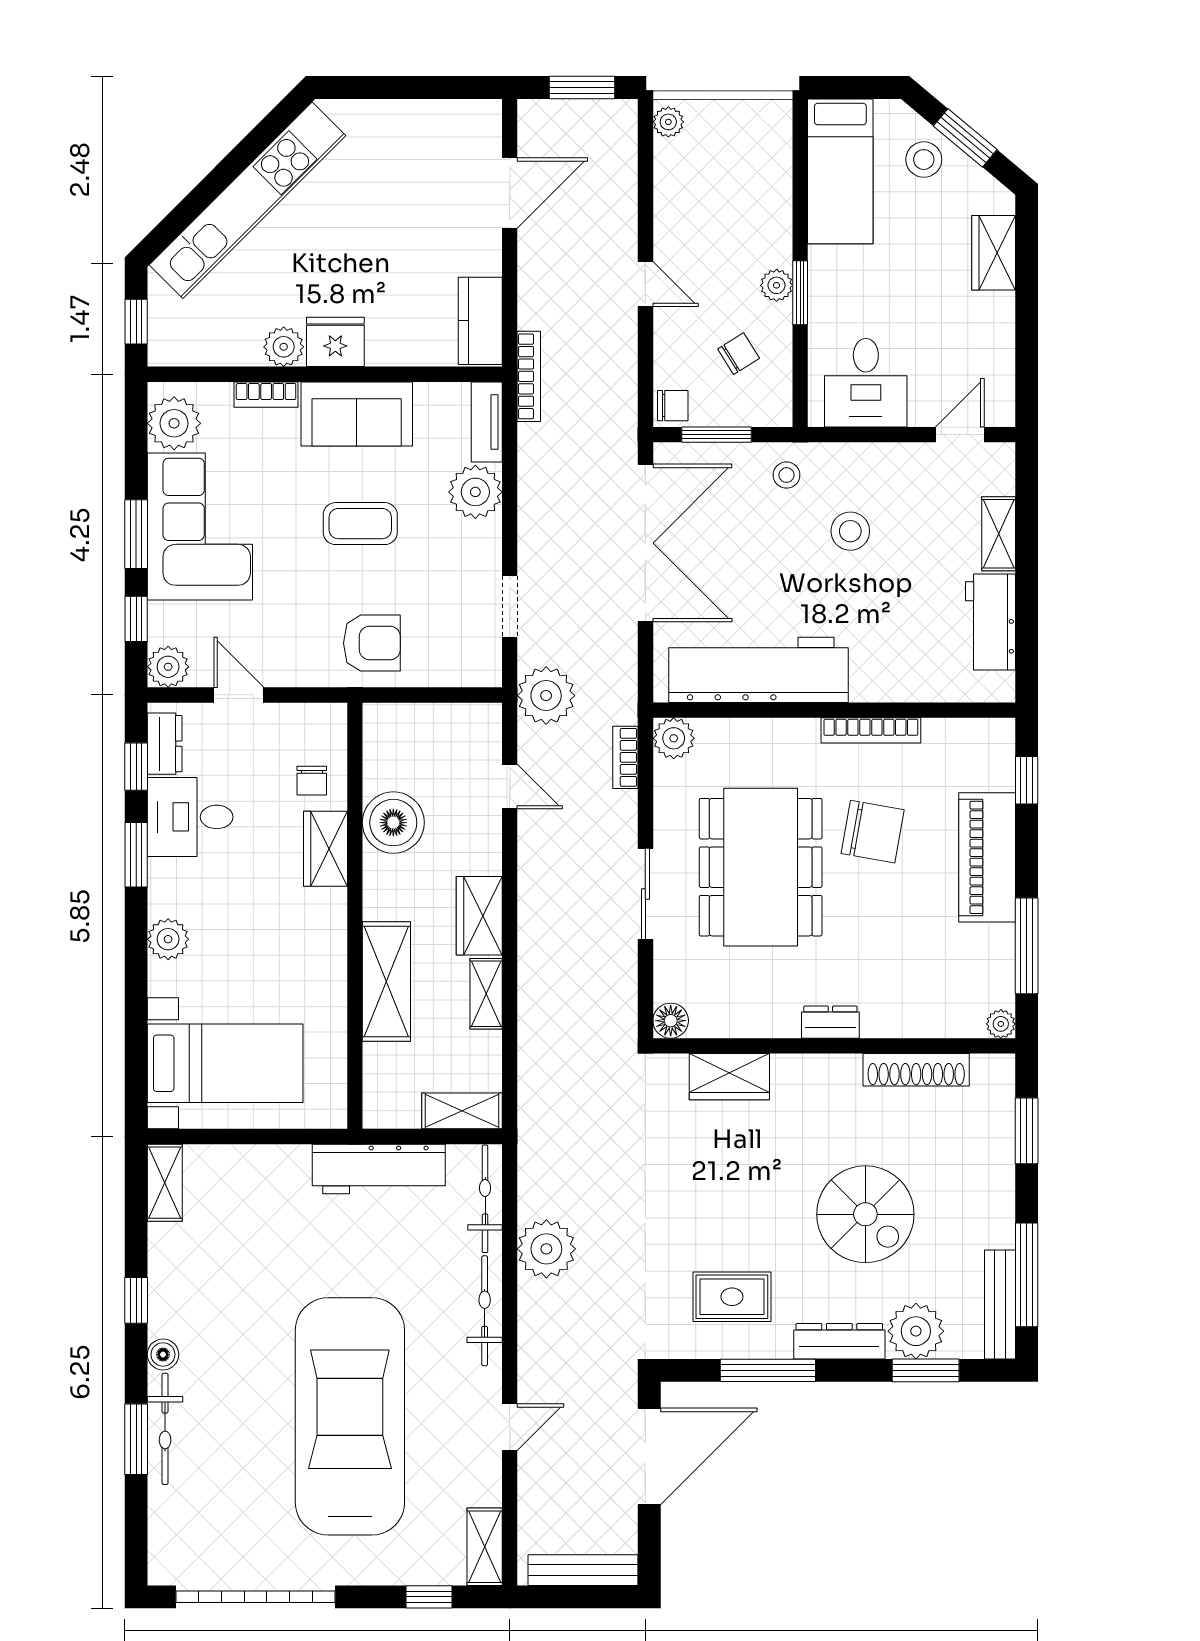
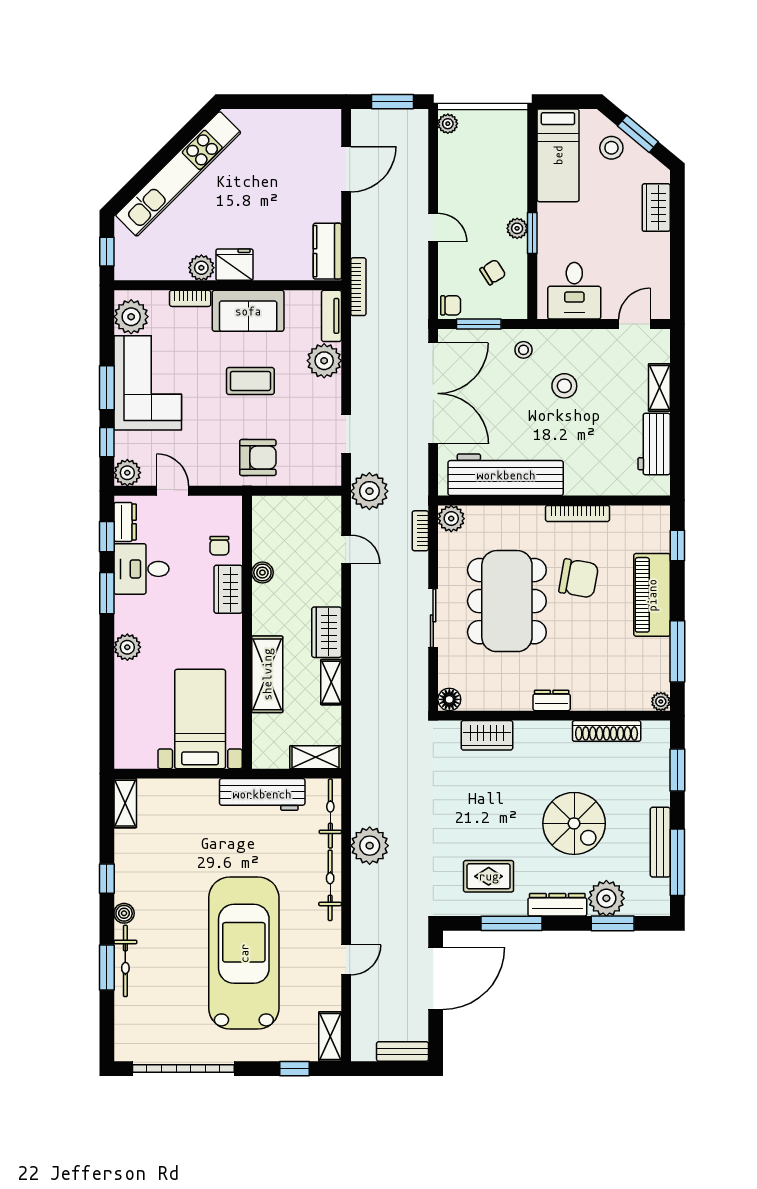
boiler: (393, 823) -> (262, 573), width x0.54, depth x0.54
bed with nightstands: (225, 1063) -> (200, 719), moved, turned -90
bench: (1000, 1305) -> (660, 842), moved
bench: (583, 1570) -> (402, 1051), width x0.73

